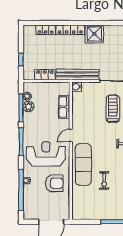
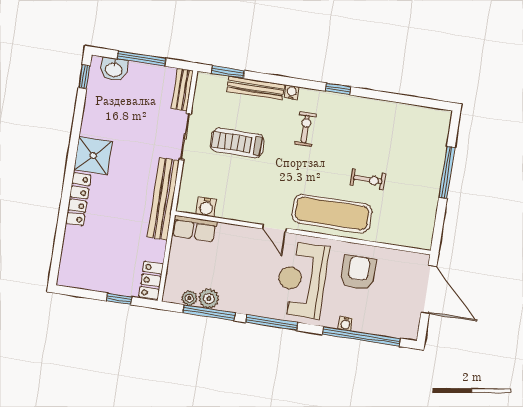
locker: (46, 30) -> (71, 245), removed
locker: (45, 75) -> (151, 280), moved
water cooler: (77, 87) -> (206, 207), moved
row of seats: (64, 107) -> (195, 229), moved

